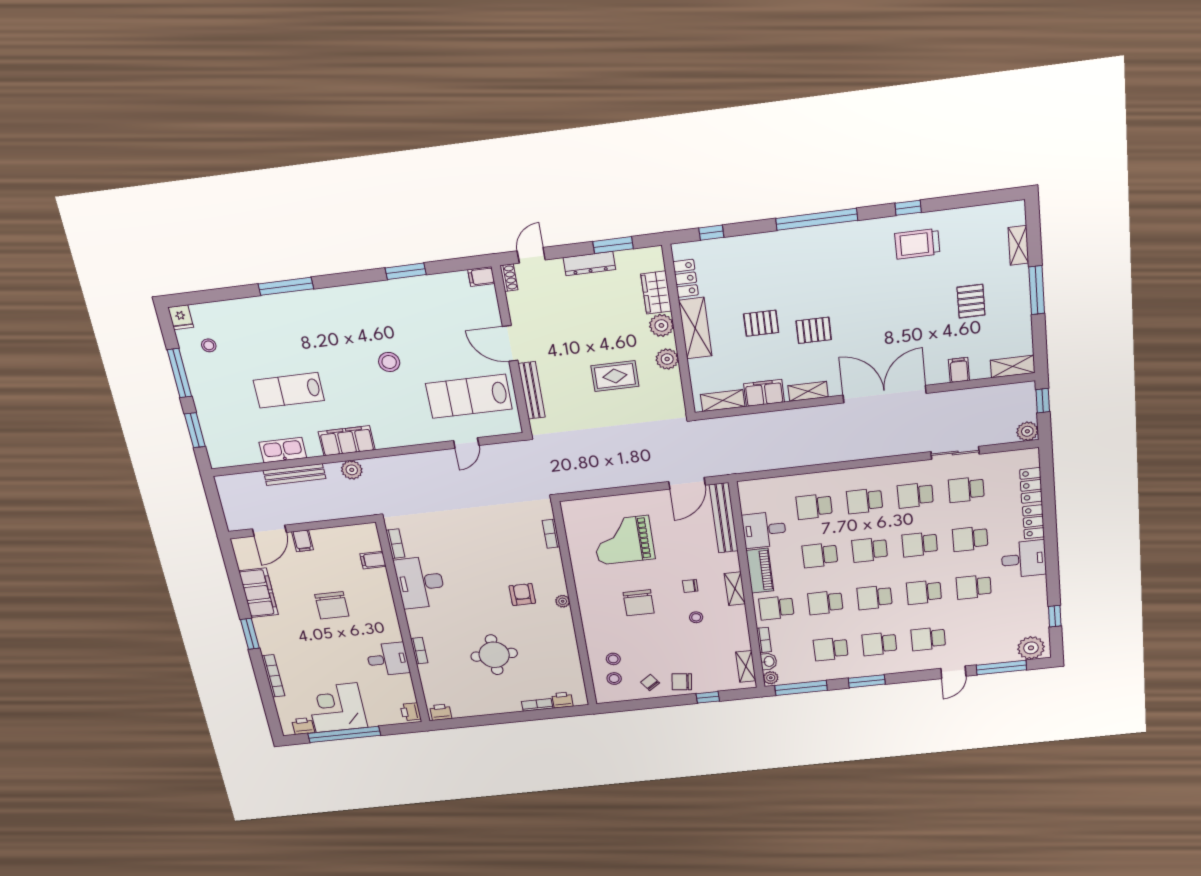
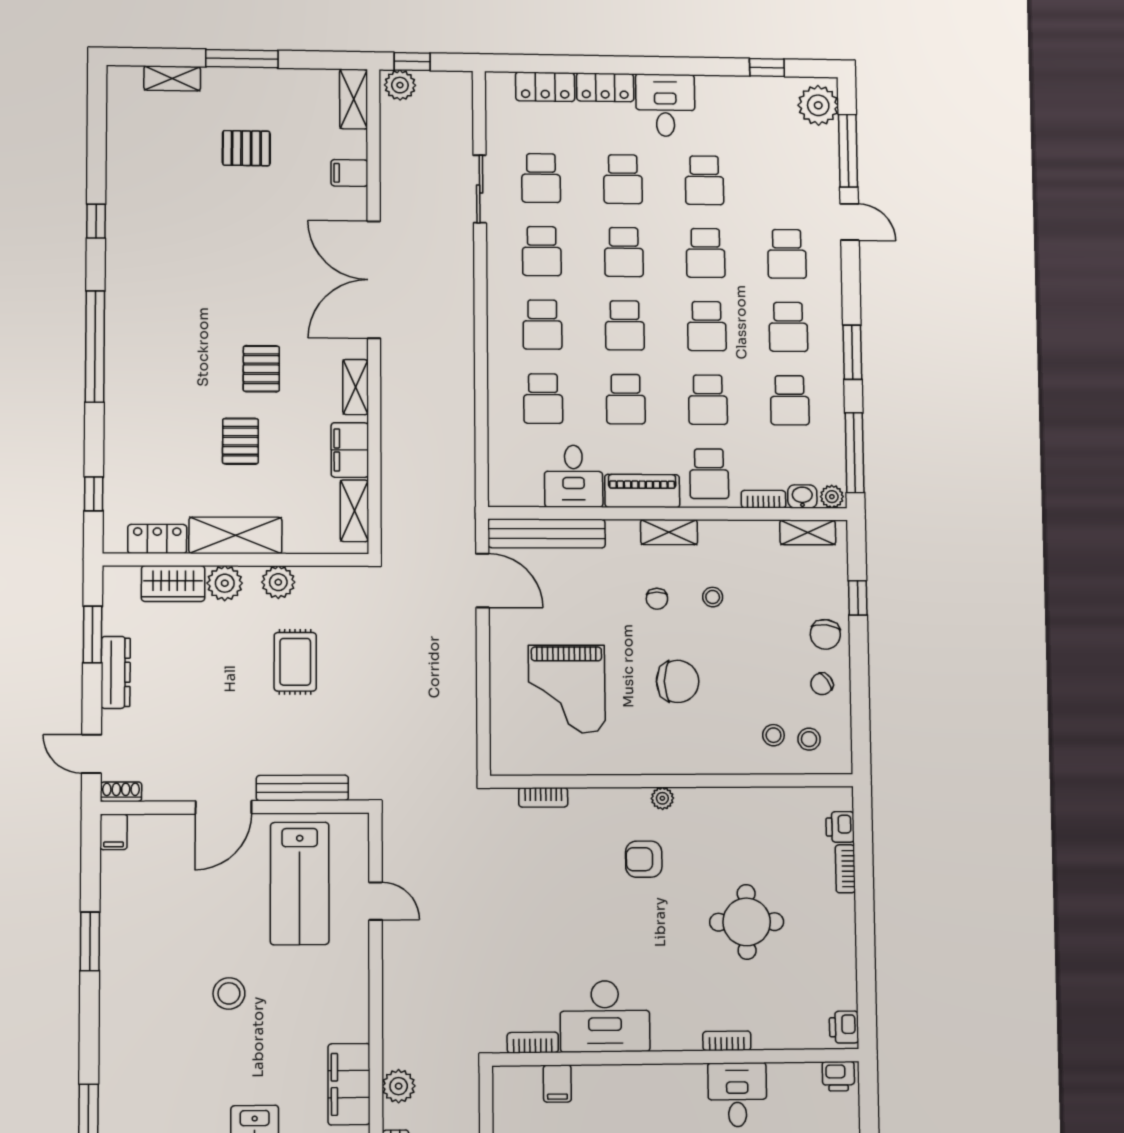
trolley: (917, 244) -> (151, 214), removed
plant: (1027, 431) -> (400, 85), moved

